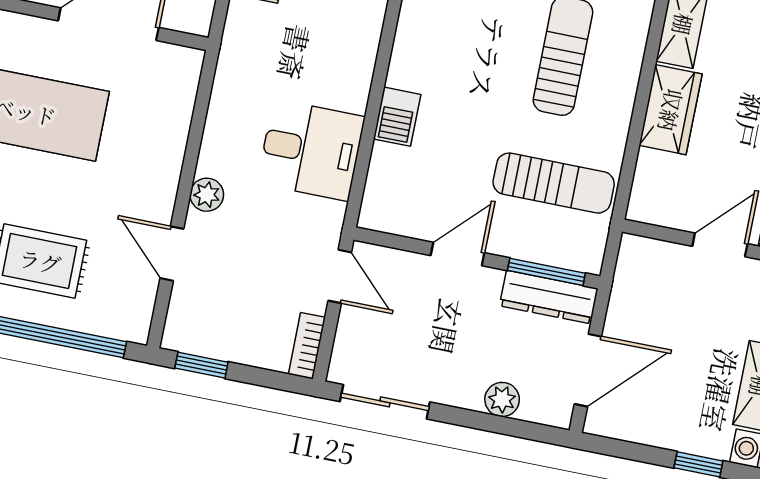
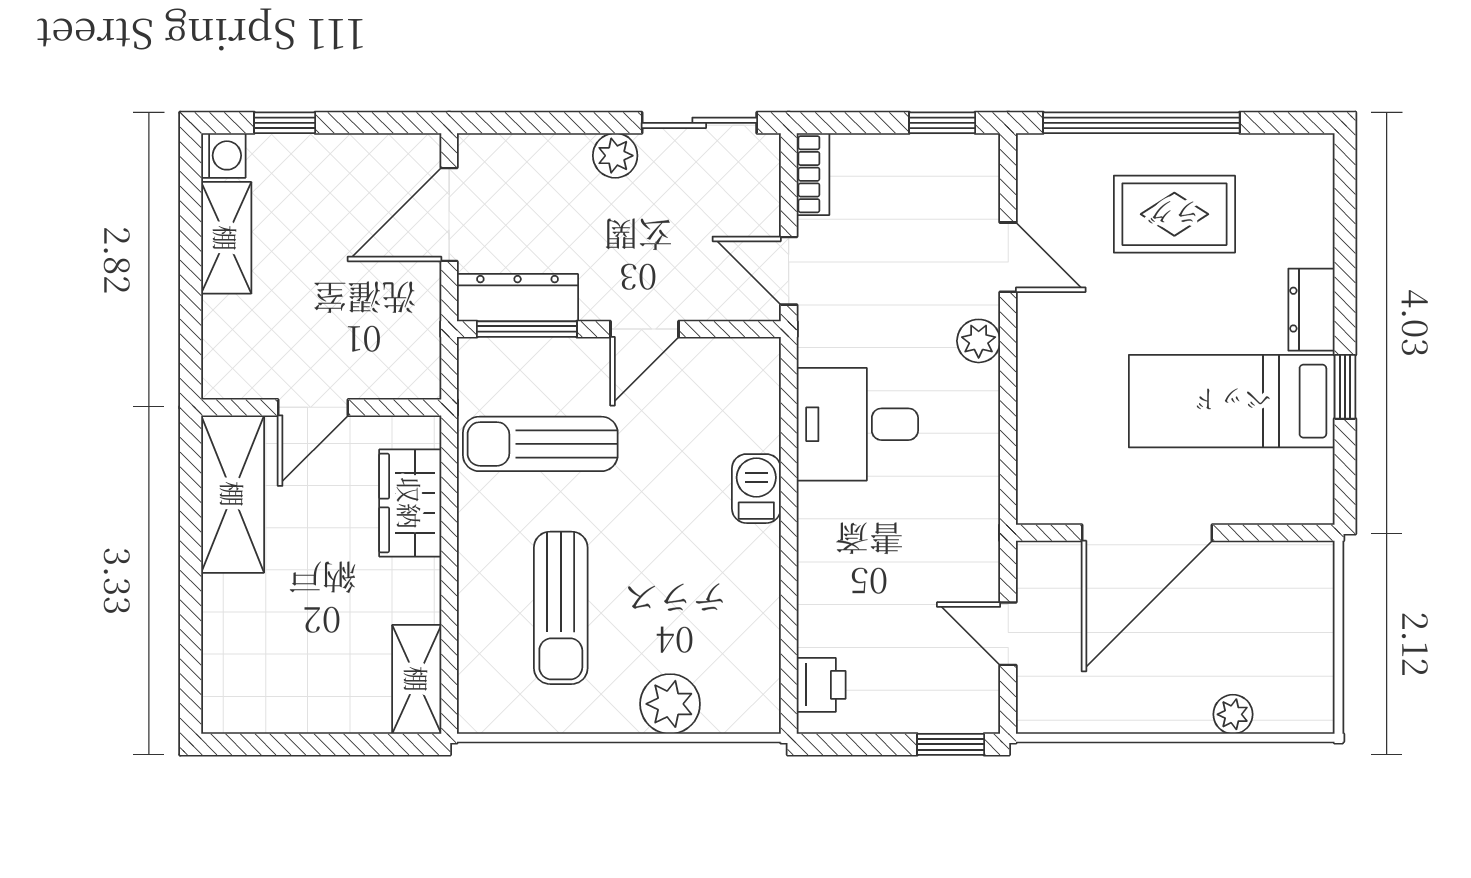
wardrobe: (671, 110) -> (410, 503), moved
plant: (502, 399) -> (615, 156), moved

